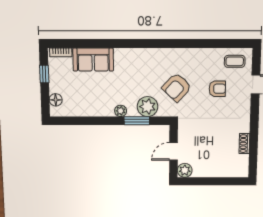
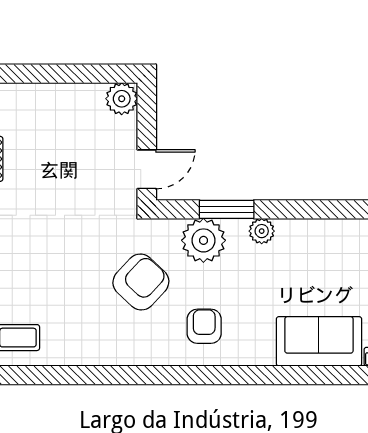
armchair: (217, 89) -> (204, 326), moved, turned 90
door: (173, 151) -> (147, 169), moved

